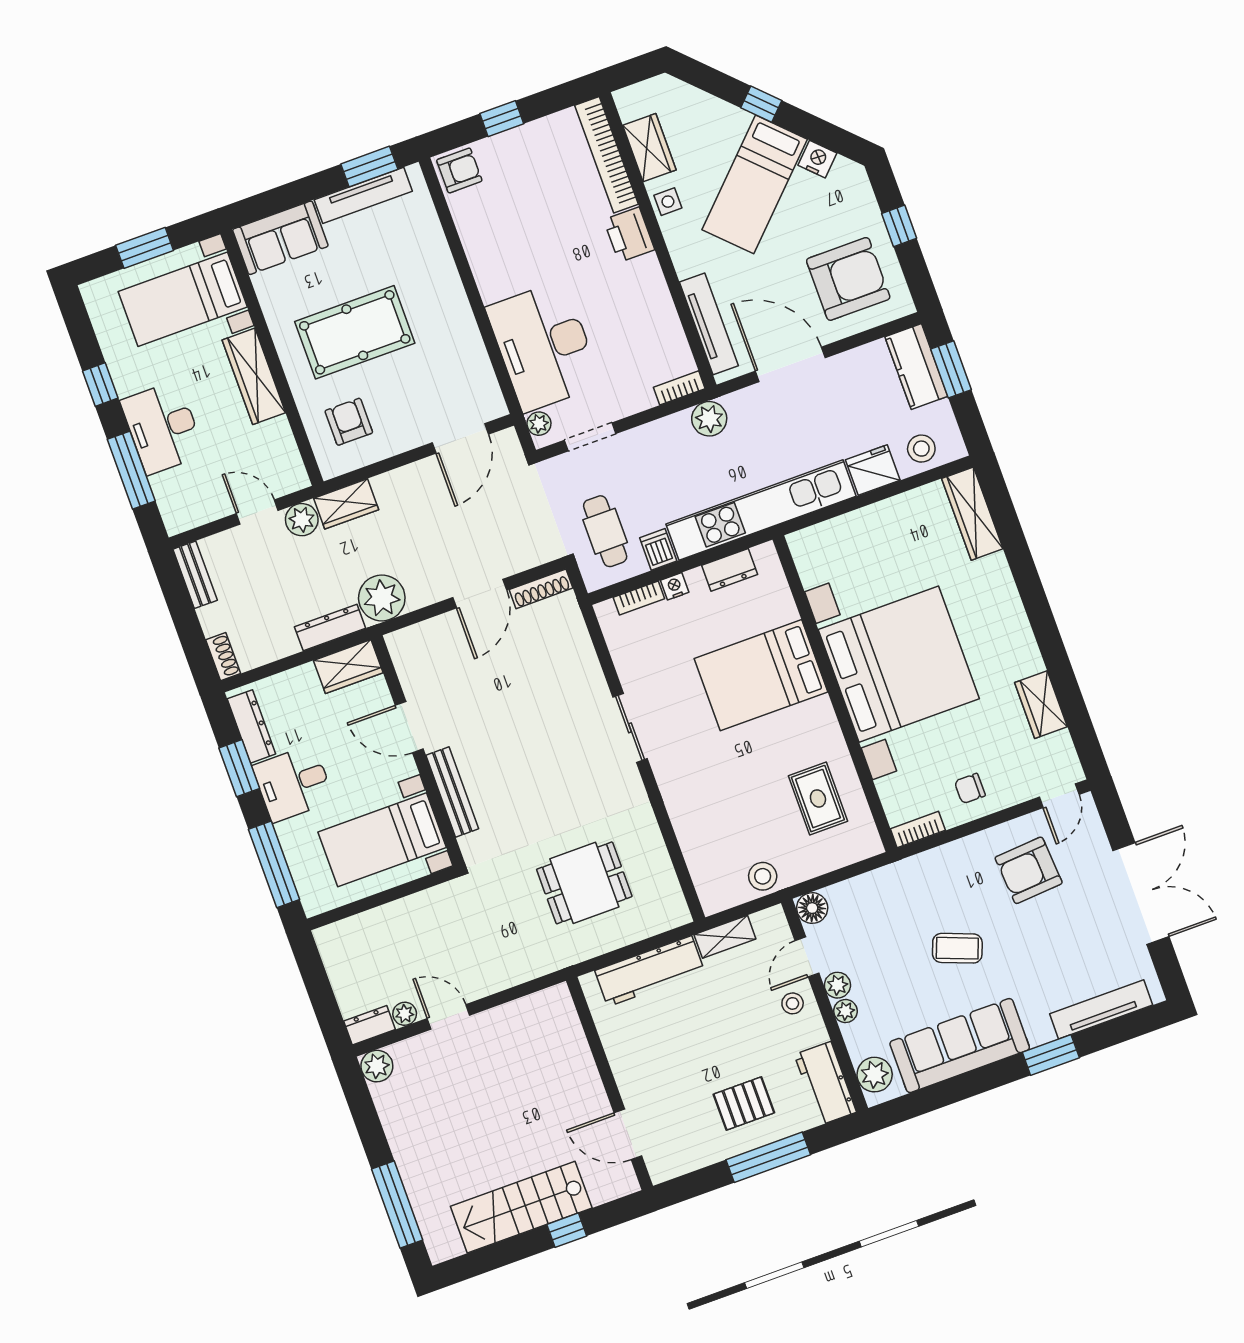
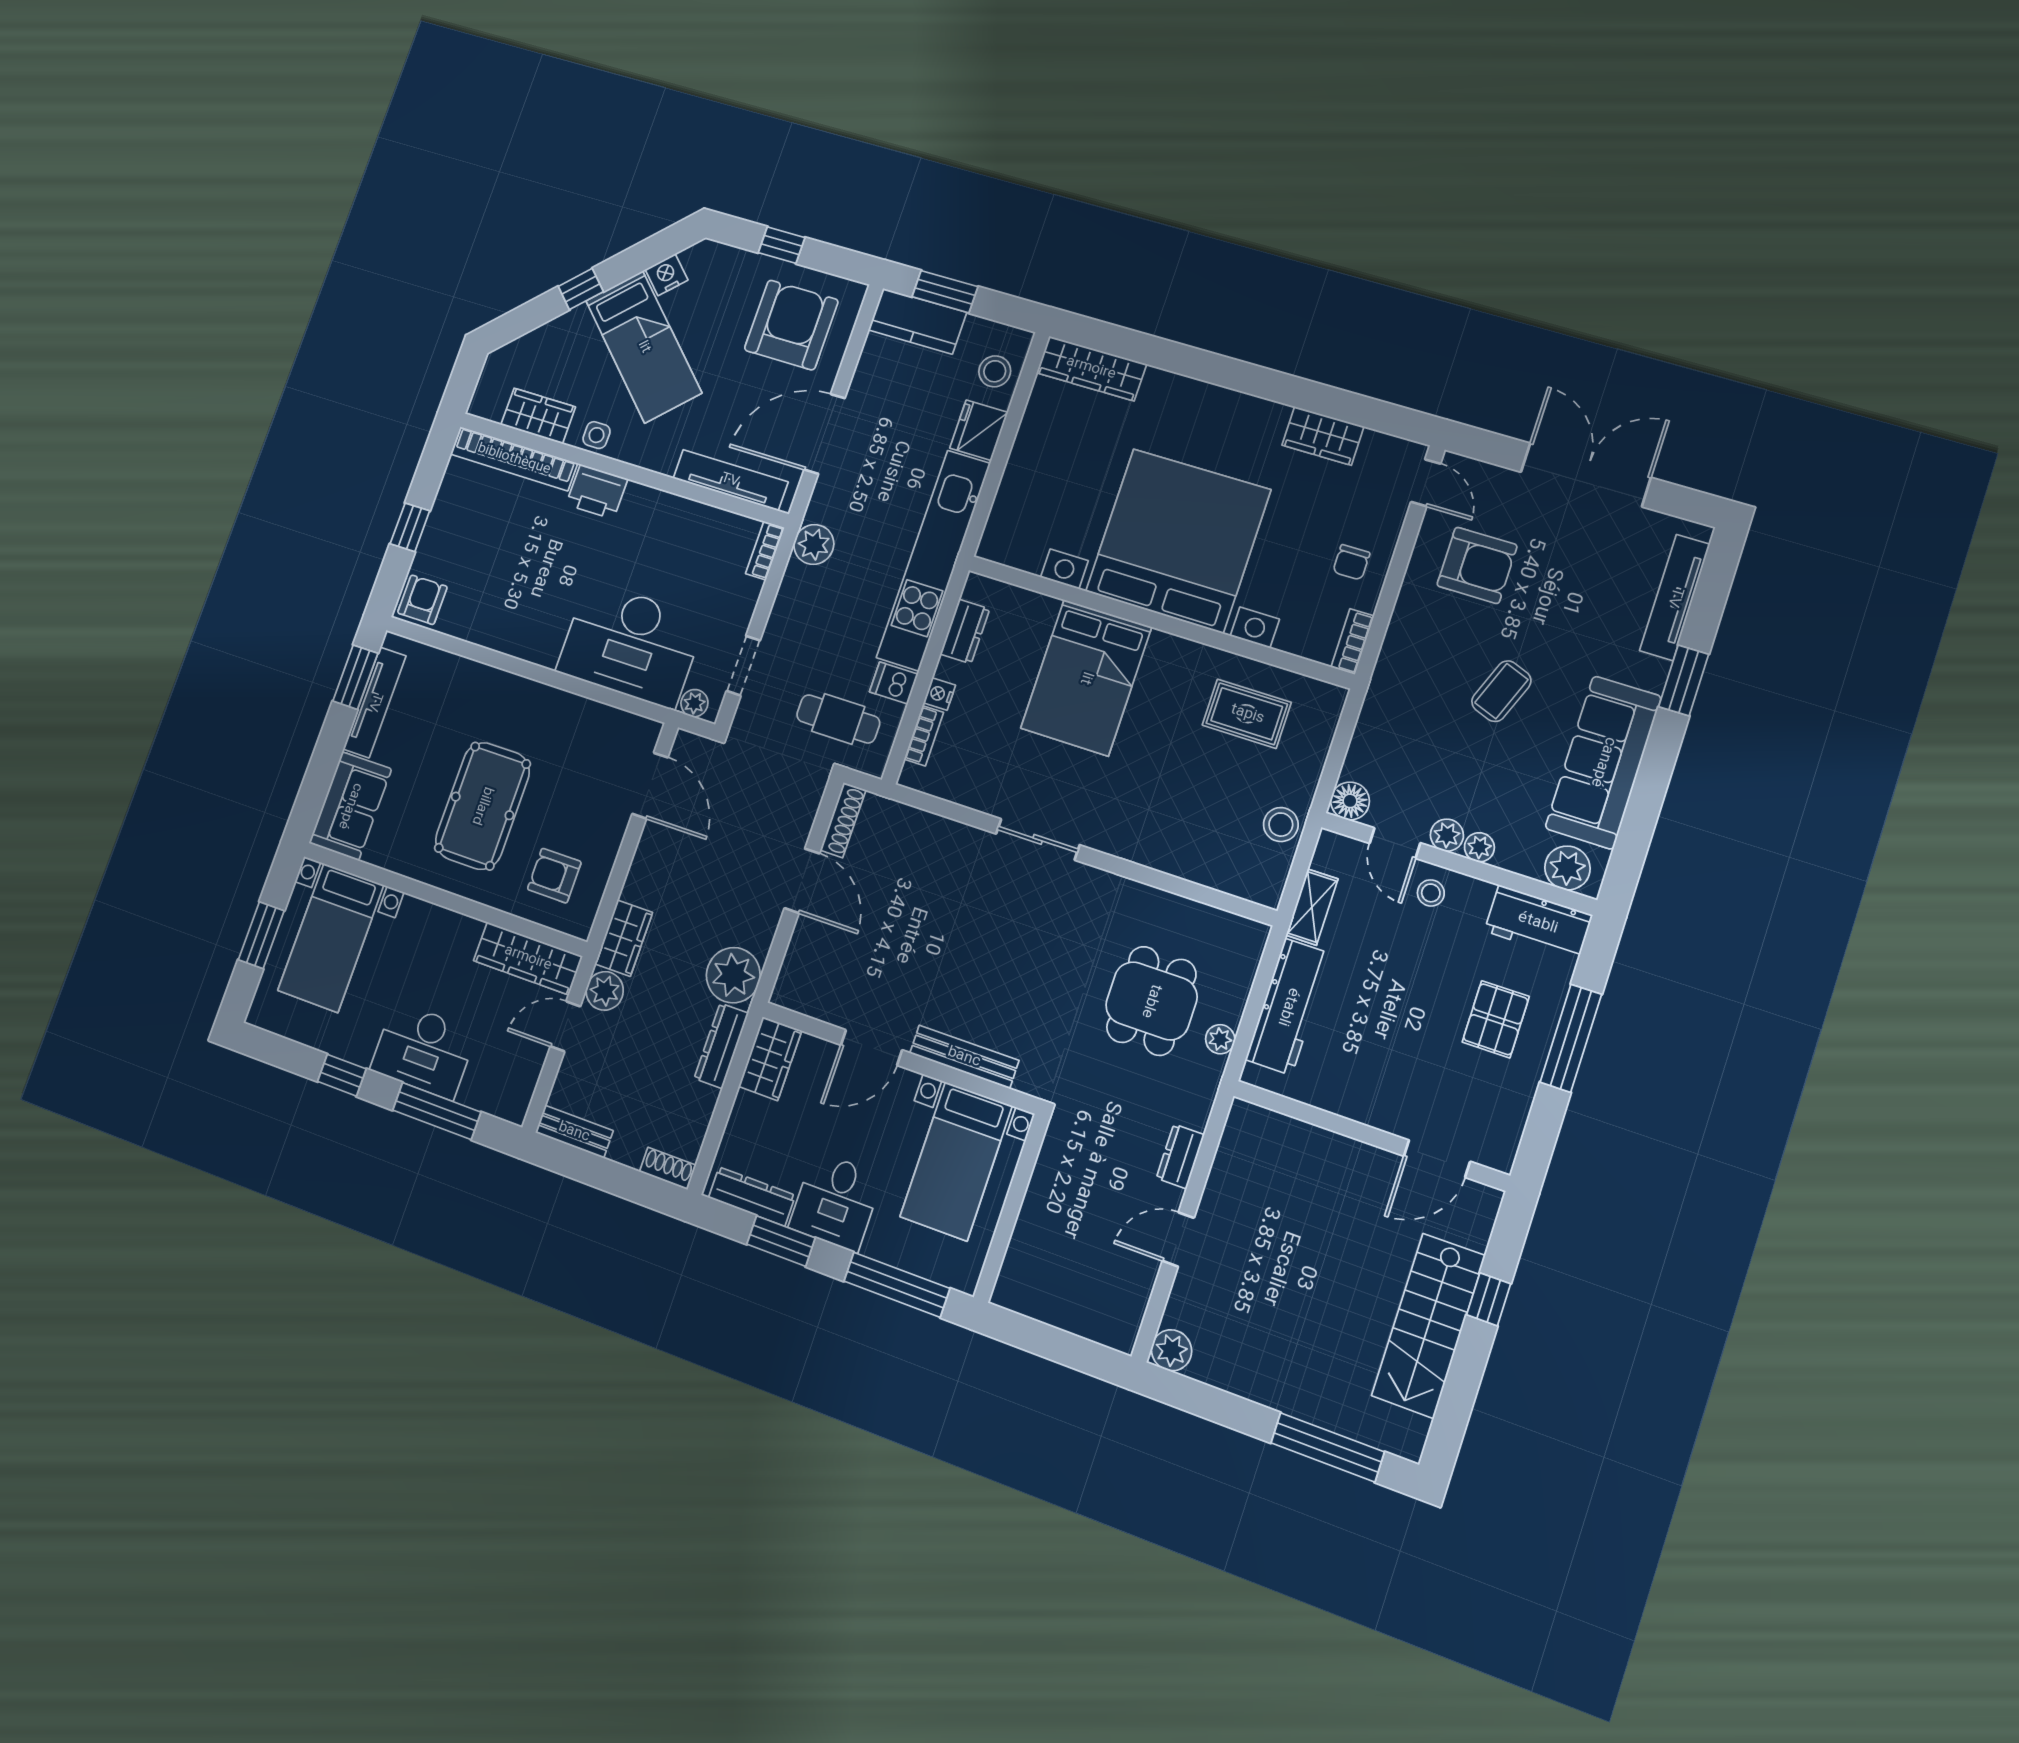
wardrobe: (254, 376) -> (528, 958), moved
armchair: (1029, 870) -> (1477, 565), turned -86
plant: (405, 1014) -> (1220, 1039), moved
dresser: (370, 1025) -> (1180, 1156), moved

